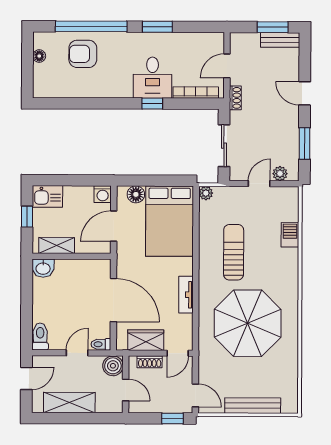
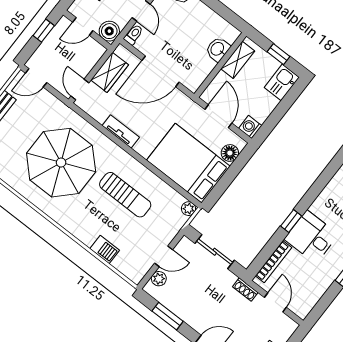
door: (259, 184) -> (164, 256), hinge flipped
washbasin: (43, 268) -> (218, 49), moved
shoe rack: (150, 362) -> (90, 62), removed
window: (173, 419) -> (44, 31), moved

